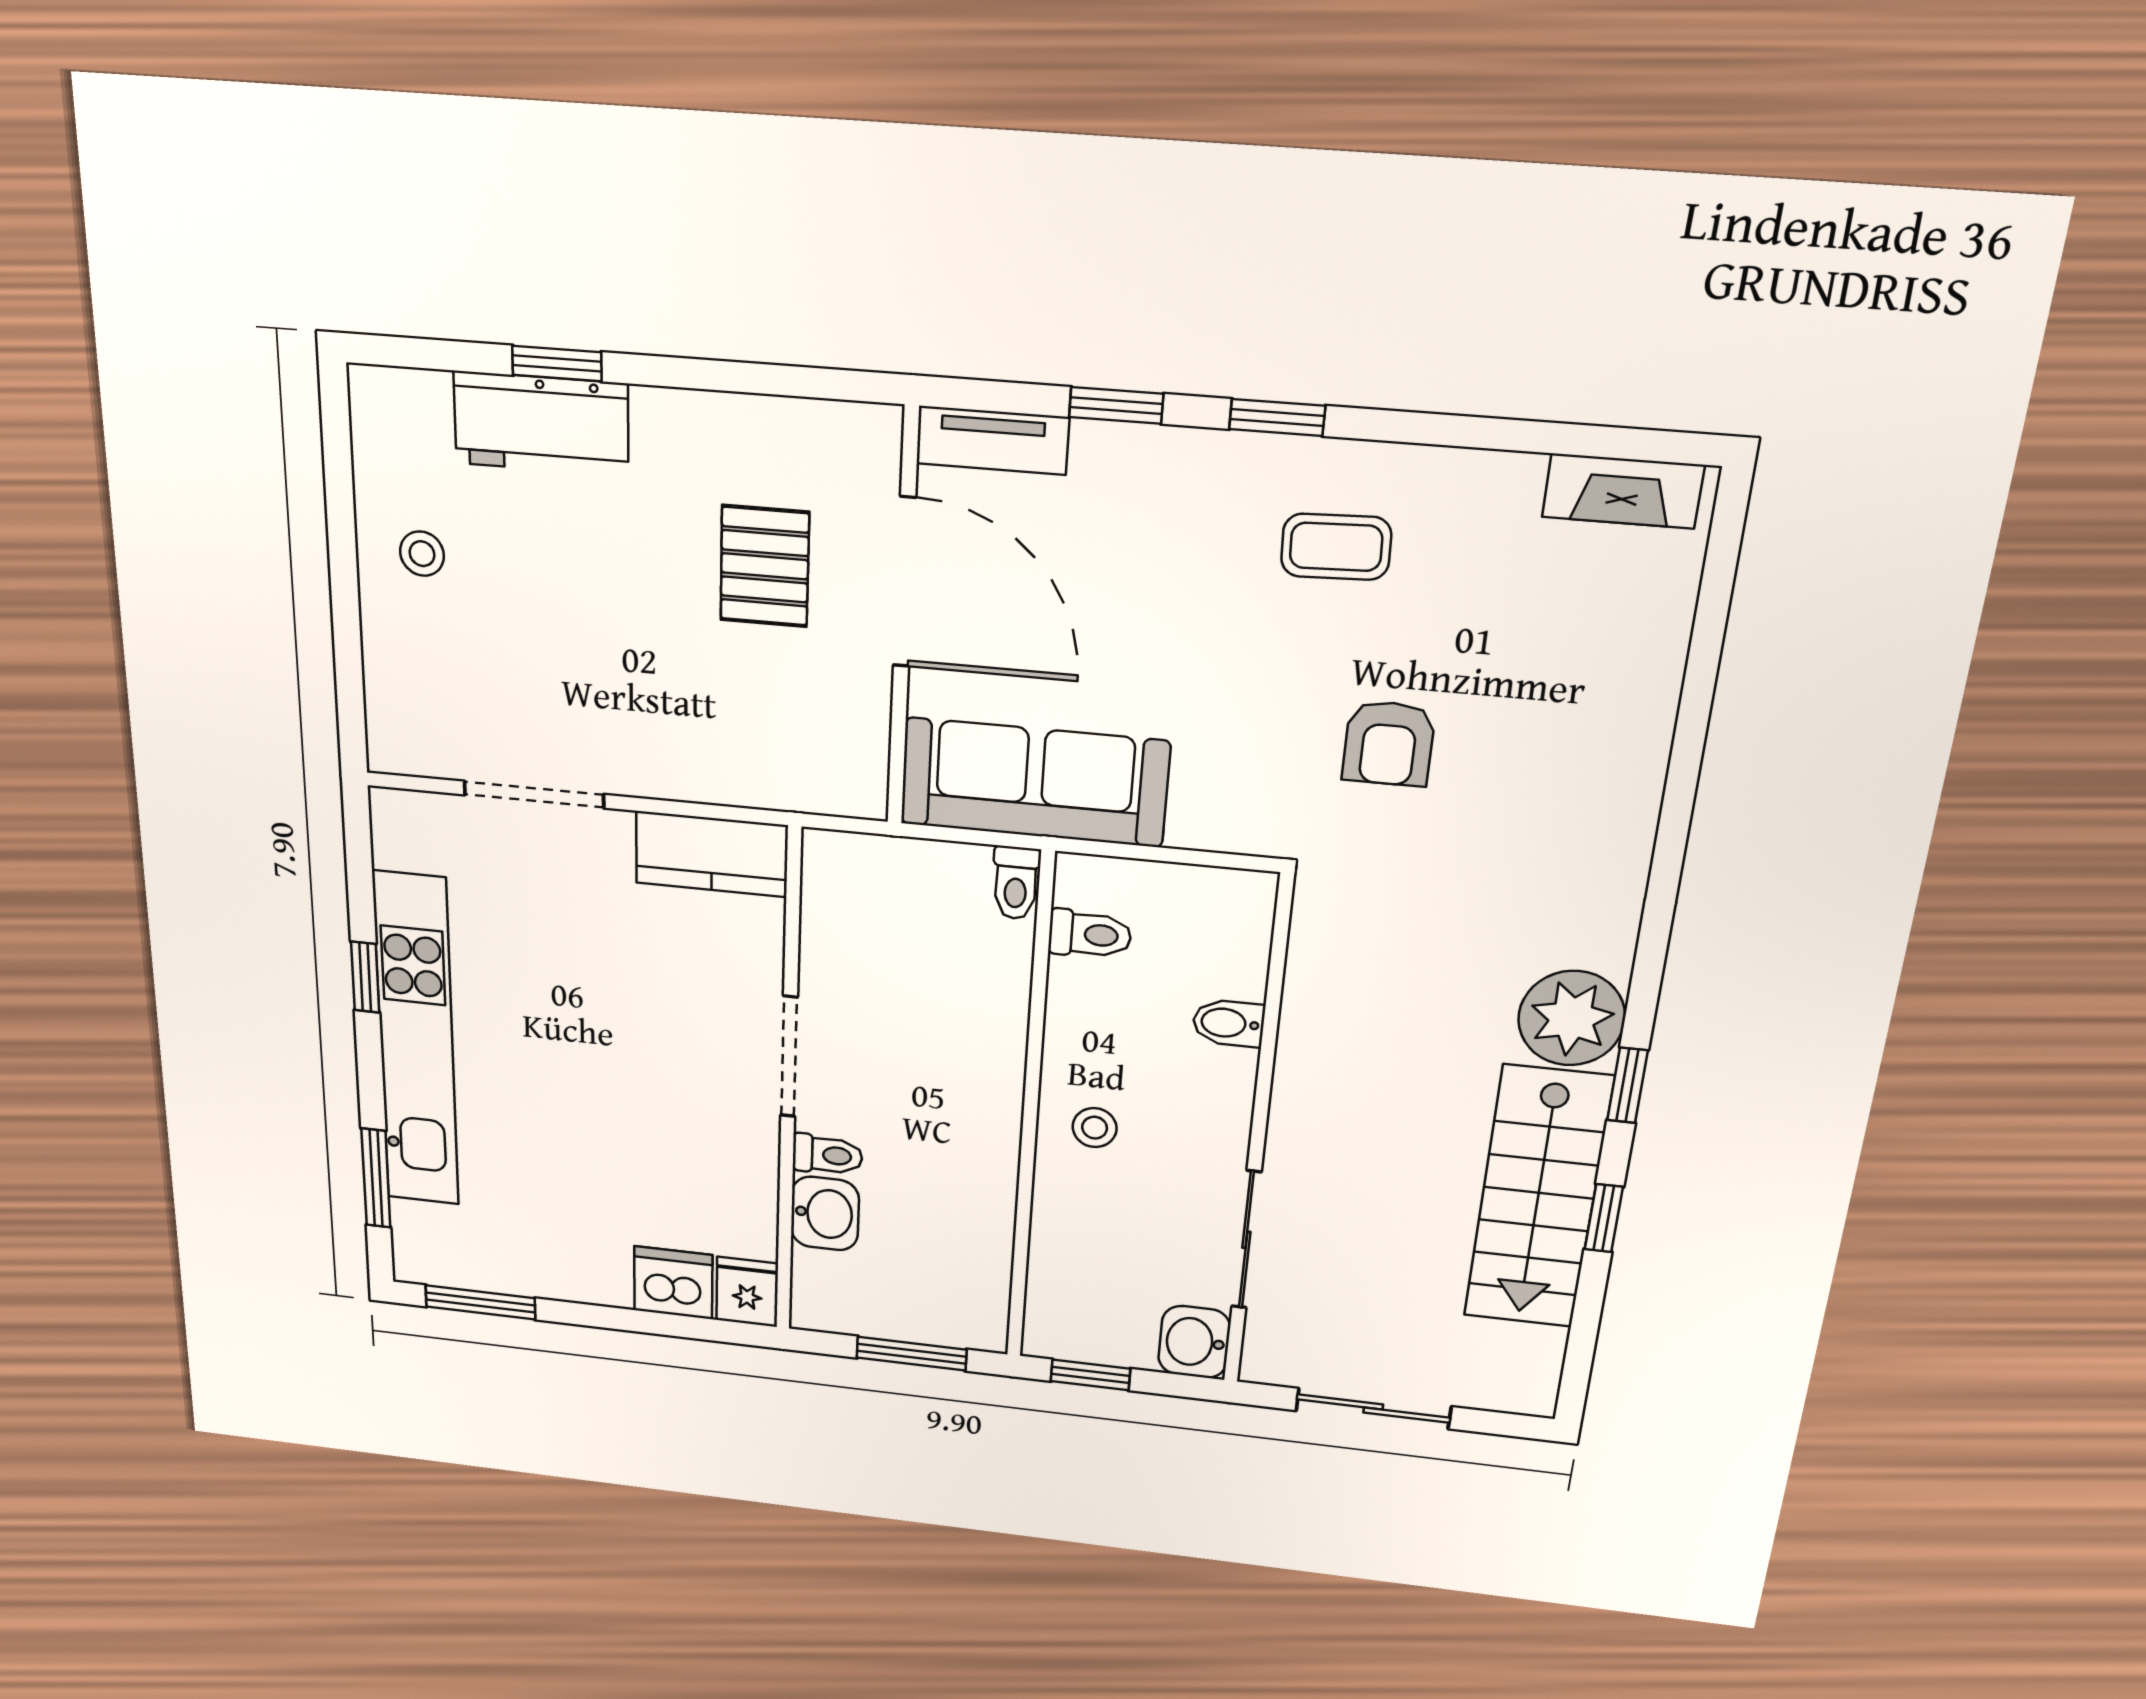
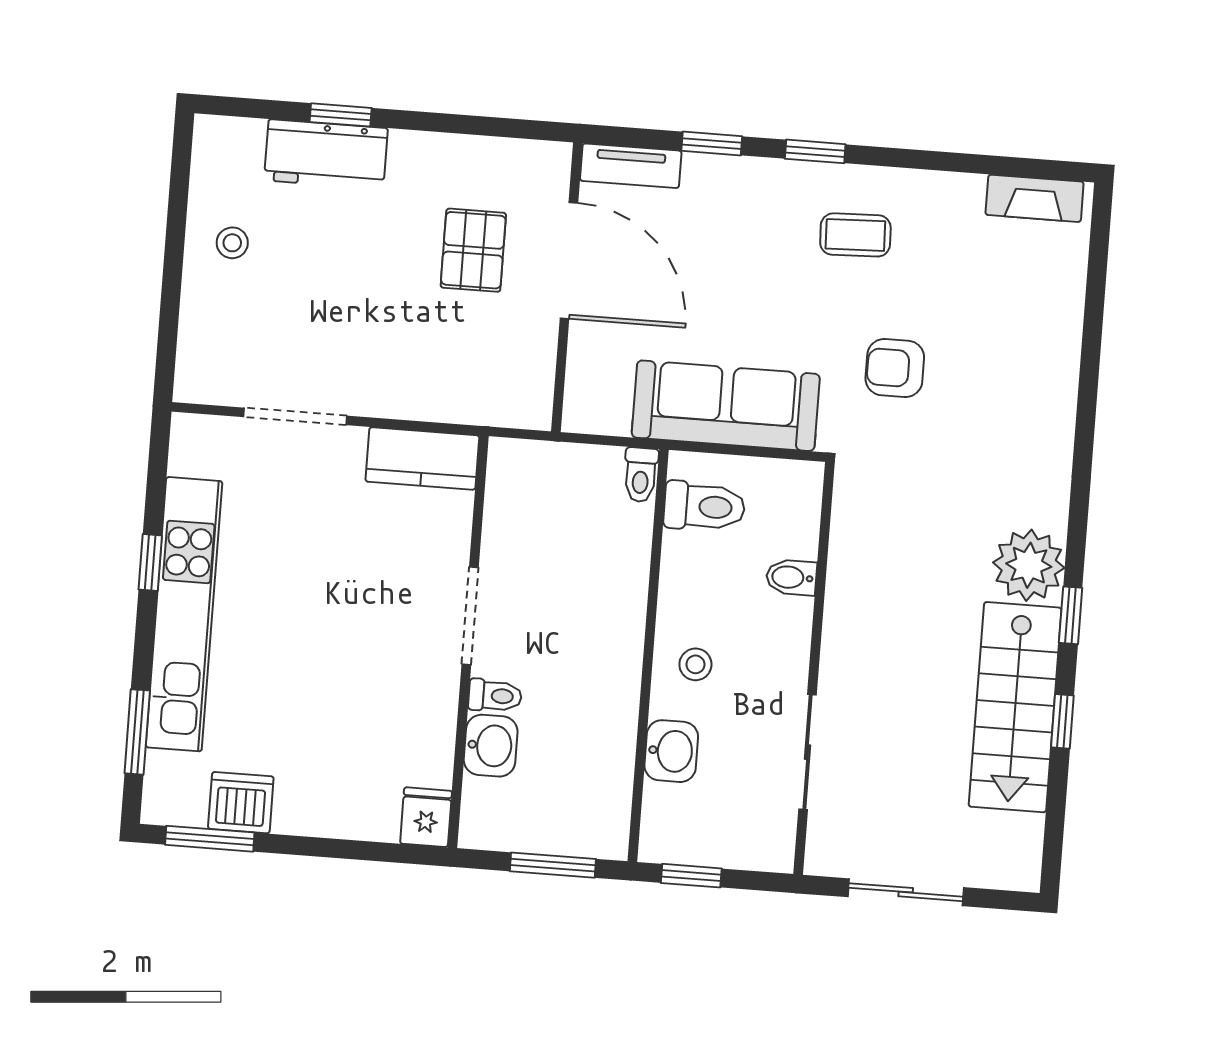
armchair: (1389, 743) -> (895, 368), turned 90
sofa: (1034, 782) -> (726, 406), moved
toilet: (1090, 934) -> (704, 507), width x1.37, depth x1.39
dishwasher: (673, 1283) -> (241, 803), moved
washbasin: (1194, 1342) -> (671, 751), moved, turned 180

